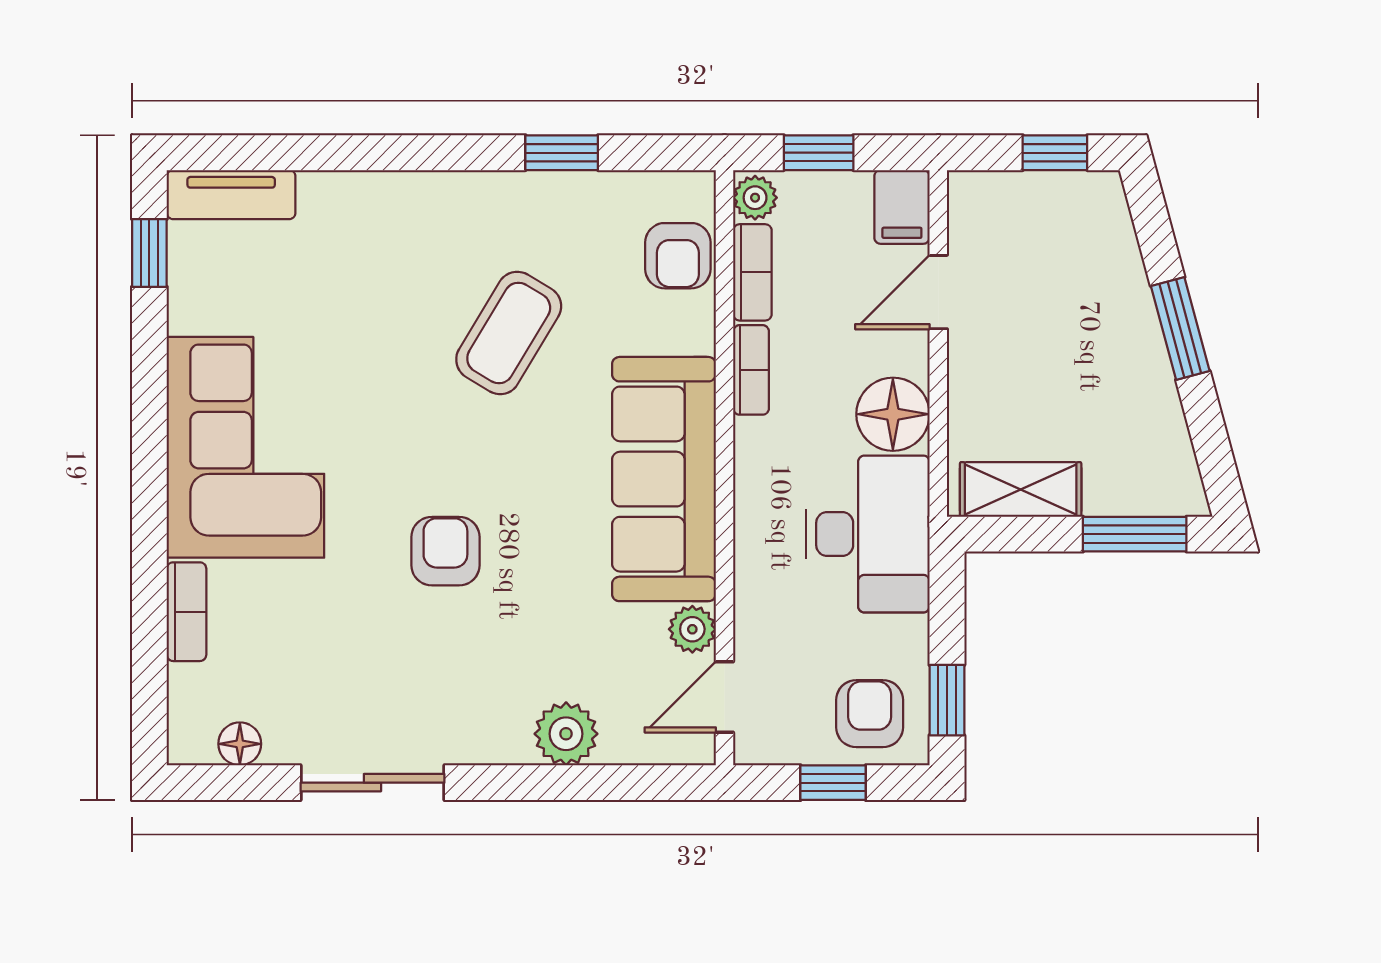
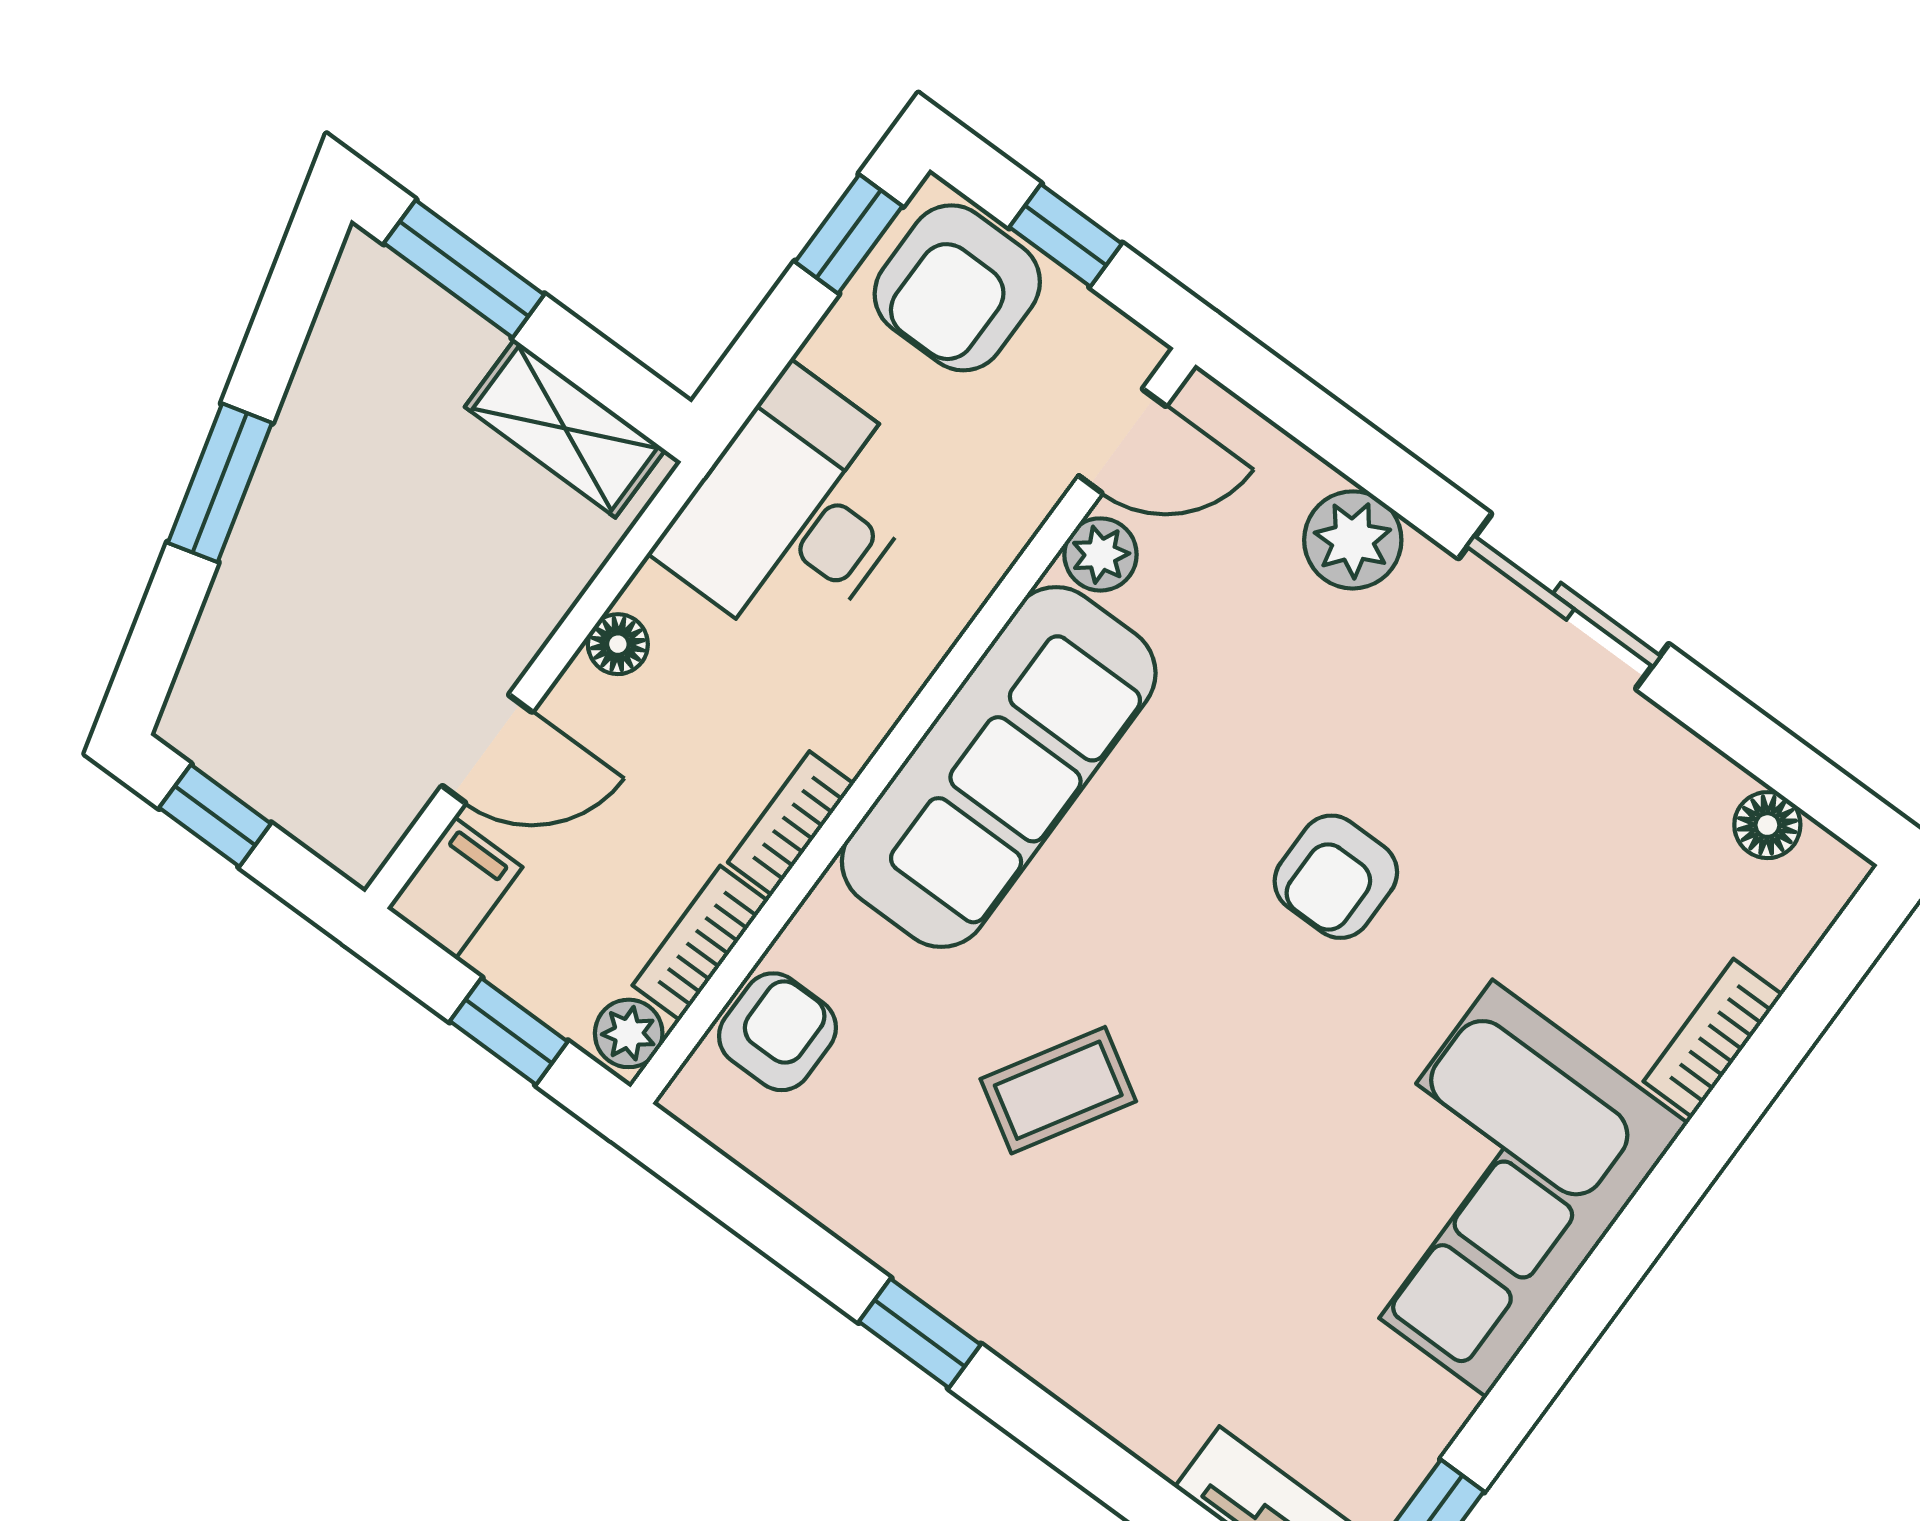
window: (562, 153) -> (920, 1333), moved
coffee table: (509, 333) -> (1058, 1090), width x0.73, depth x0.77
floor lamp: (893, 414) -> (618, 644), width x0.53, depth x0.53
armchair: (870, 714) -> (957, 288), width x1.38, depth x1.38
sliding door: (372, 783) -> (1564, 601), moved

